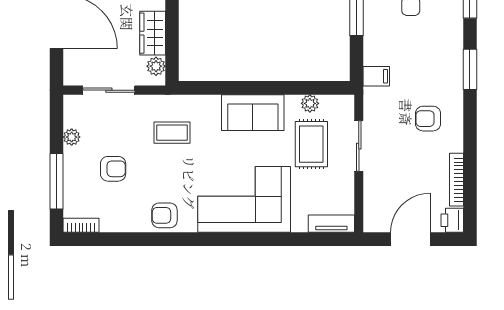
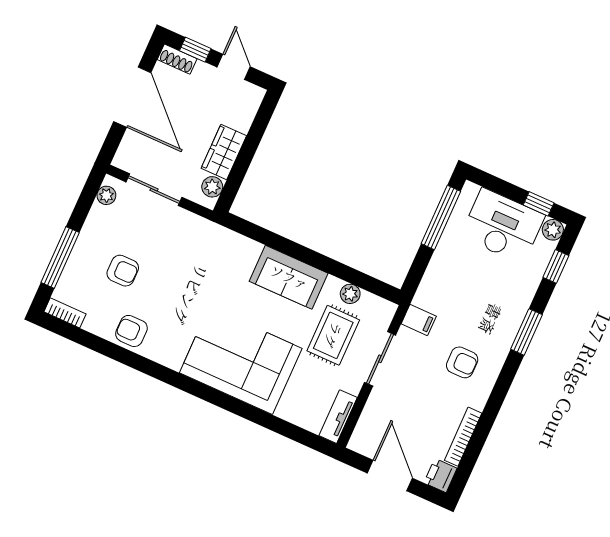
filing cabinet: (376, 76) -> (419, 320), moved
armchair: (428, 119) -> (462, 362), turned 180
coffee table: (172, 133) -> (198, 261), removed
plant: (72, 137) -> (106, 195), moved
armchair: (164, 215) -> (131, 331), moved
tv unit: (331, 224) -> (338, 417), moved, turned -90
door: (410, 239) -> (390, 476), hinge flipped

